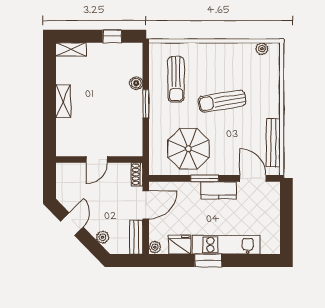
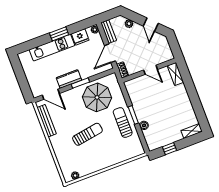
sun lounger: (176, 79) -> (123, 122), moved
shelving: (63, 101) -> (175, 74), moved
door: (97, 159) -> (151, 70), swing flipped

